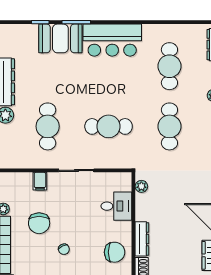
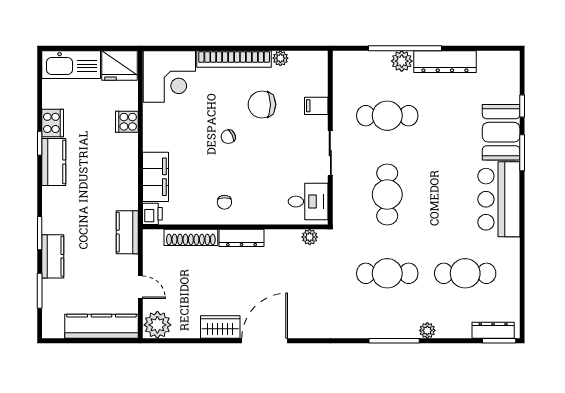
desk: (116, 206) -> (308, 202), moved, turned -90
chair: (115, 252) -> (224, 202), width x0.54, depth x0.54

